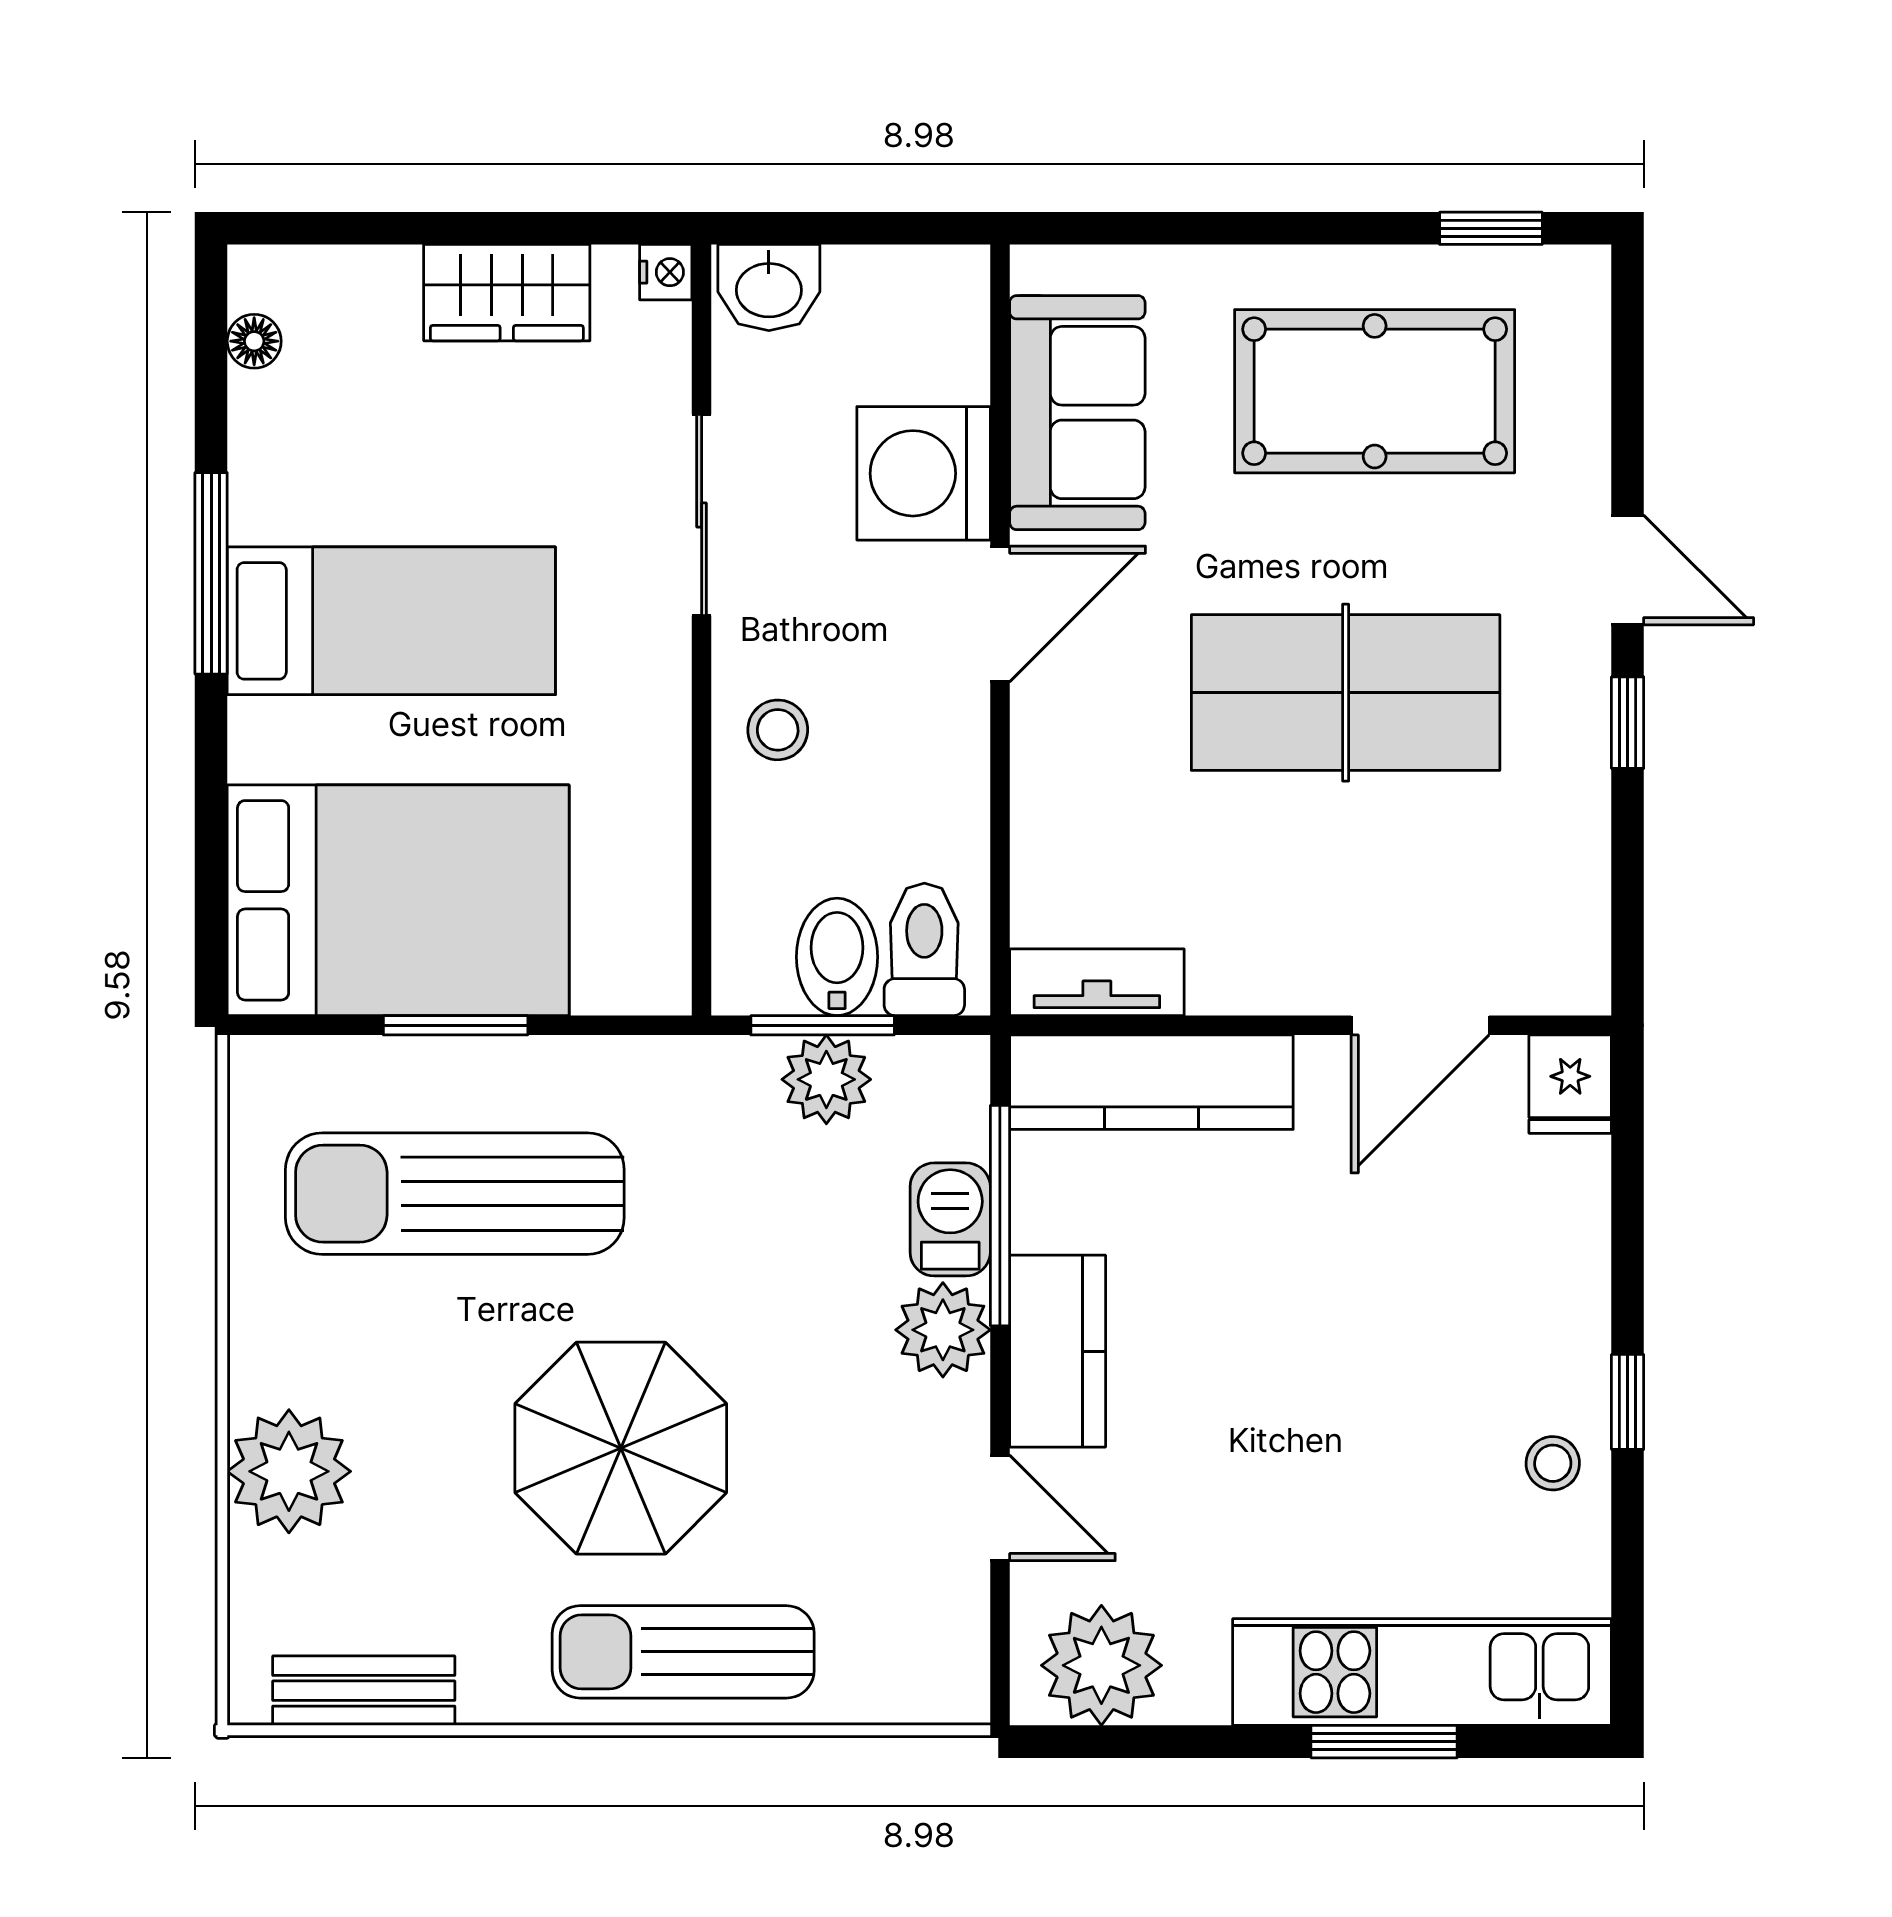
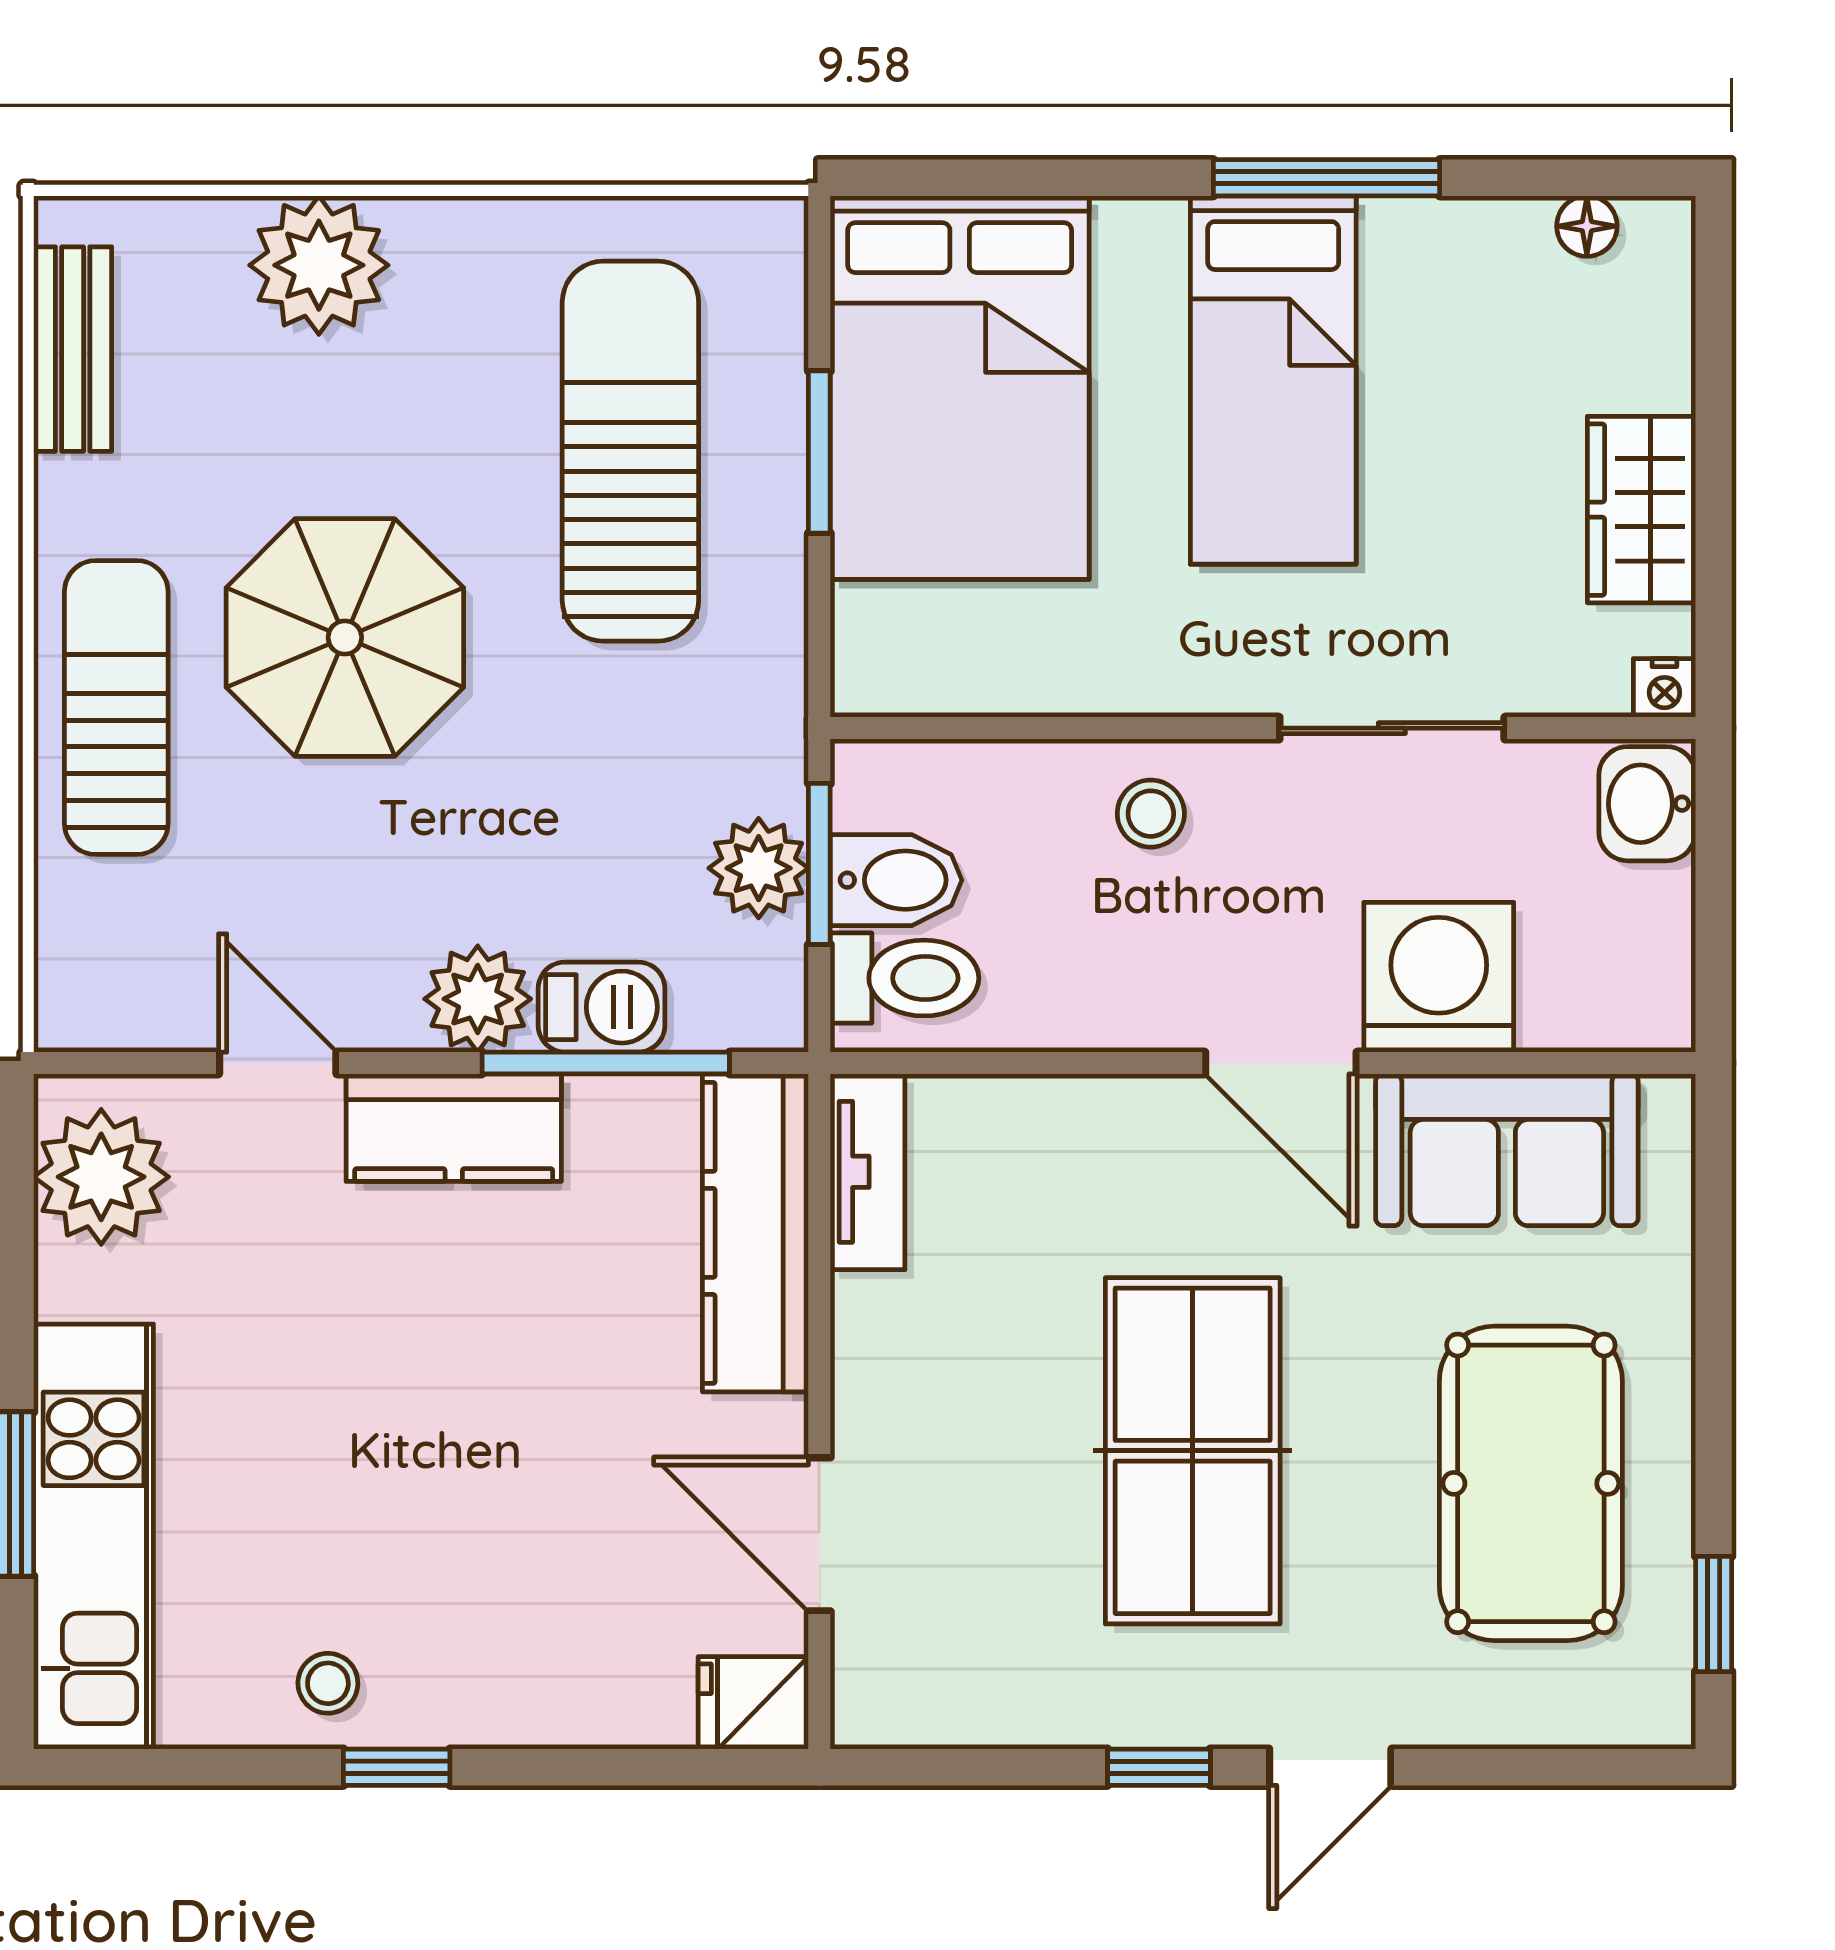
door: (1000, 1508) -> (278, 1063), swing flipped

